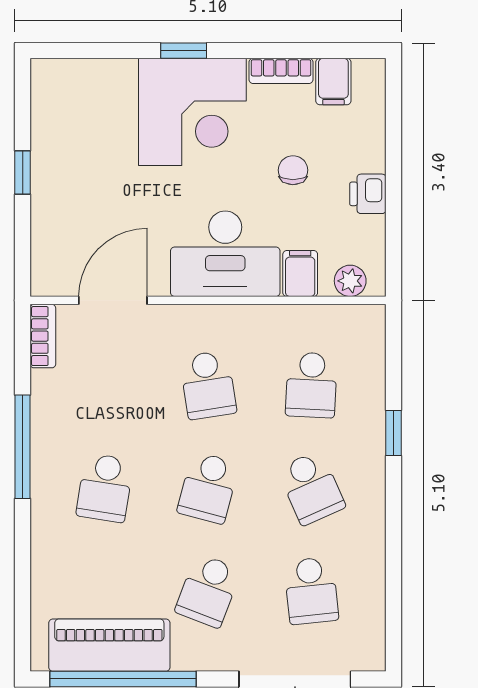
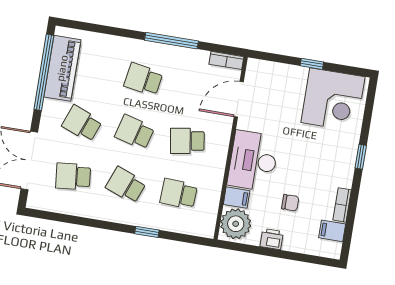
corner desk: (192, 112) -> (333, 100), moved, turned -90
plant: (350, 281) -> (236, 224), width x1.88, depth x1.88
door: (113, 300) -> (239, 99), swing flipped
school desk: (311, 488) -> (126, 185), turned 45

